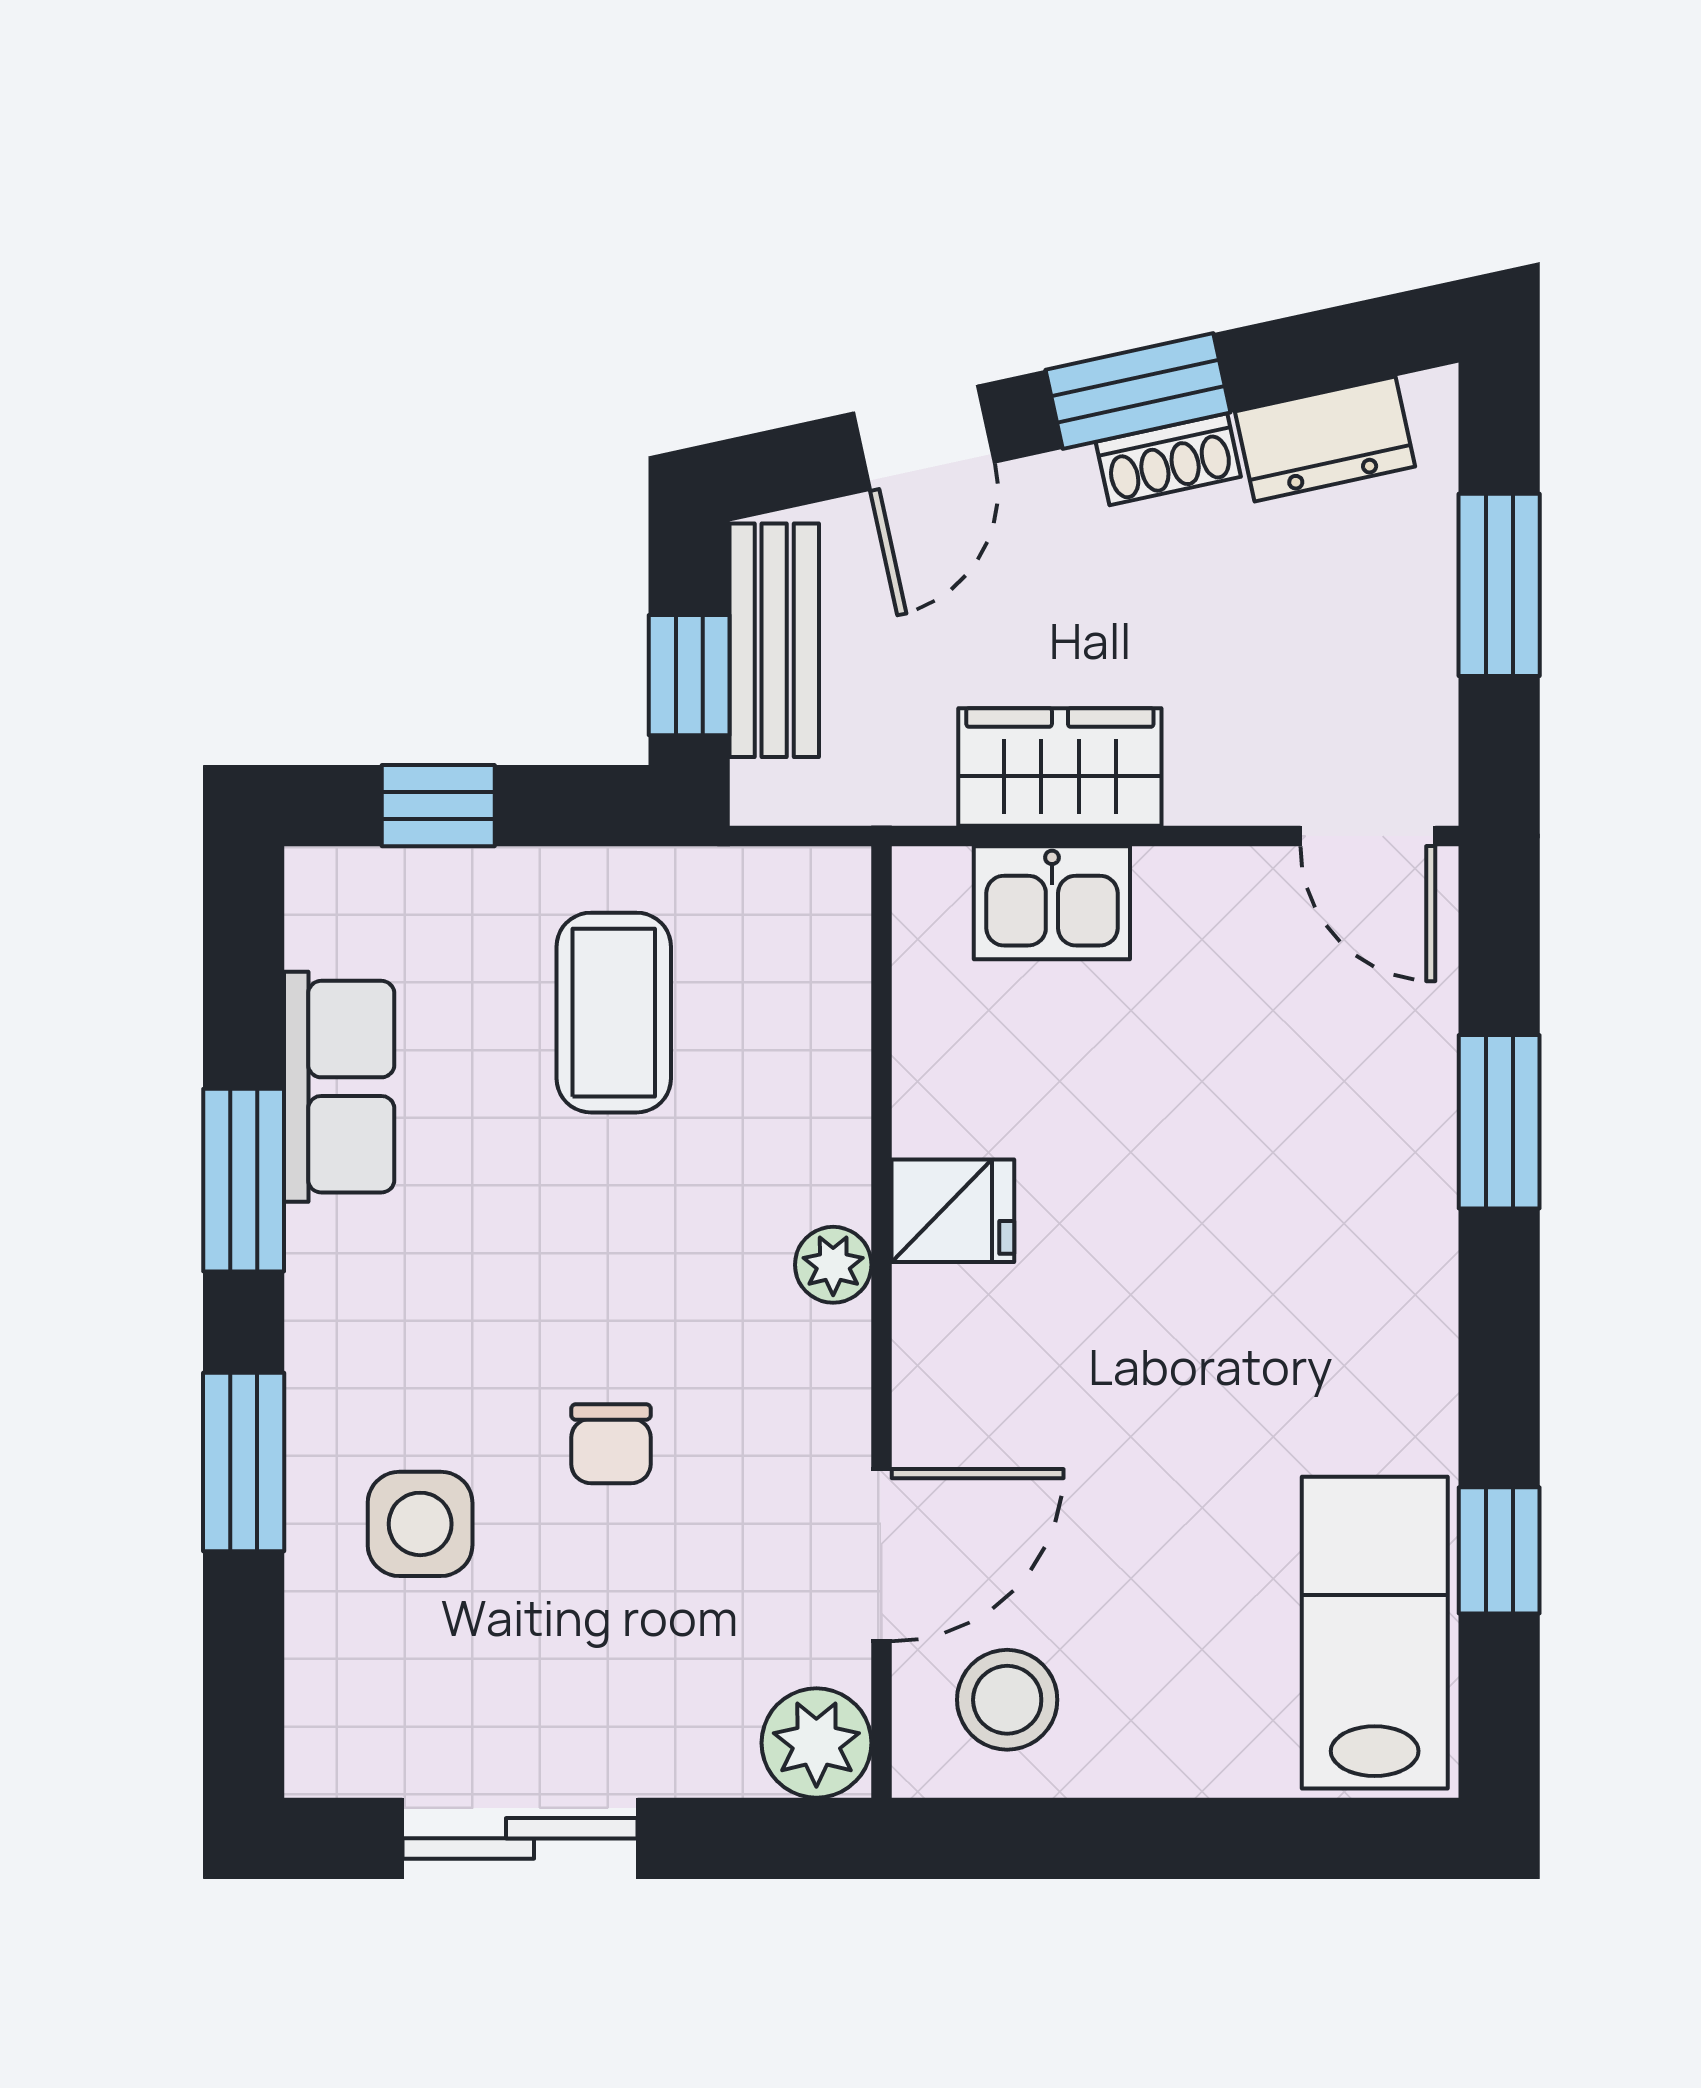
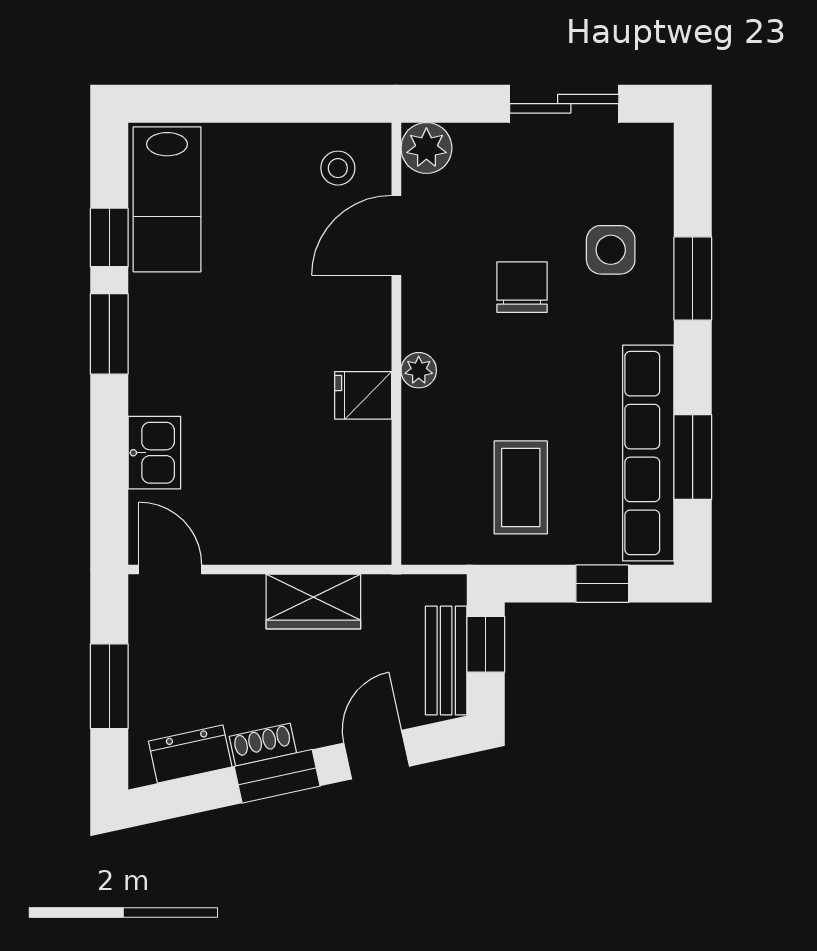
kitchen sink: (1052, 903) -> (154, 453), moved, turned 90
row of seats: (339, 1087) -> (648, 453), width x2.02
window: (1499, 1122) -> (109, 334), moved
window: (244, 1180) -> (693, 457), moved
chair: (611, 1444) -> (522, 287), width x1.37, depth x1.37
stool: (1007, 1700) -> (338, 168), width x0.73, depth x0.73

